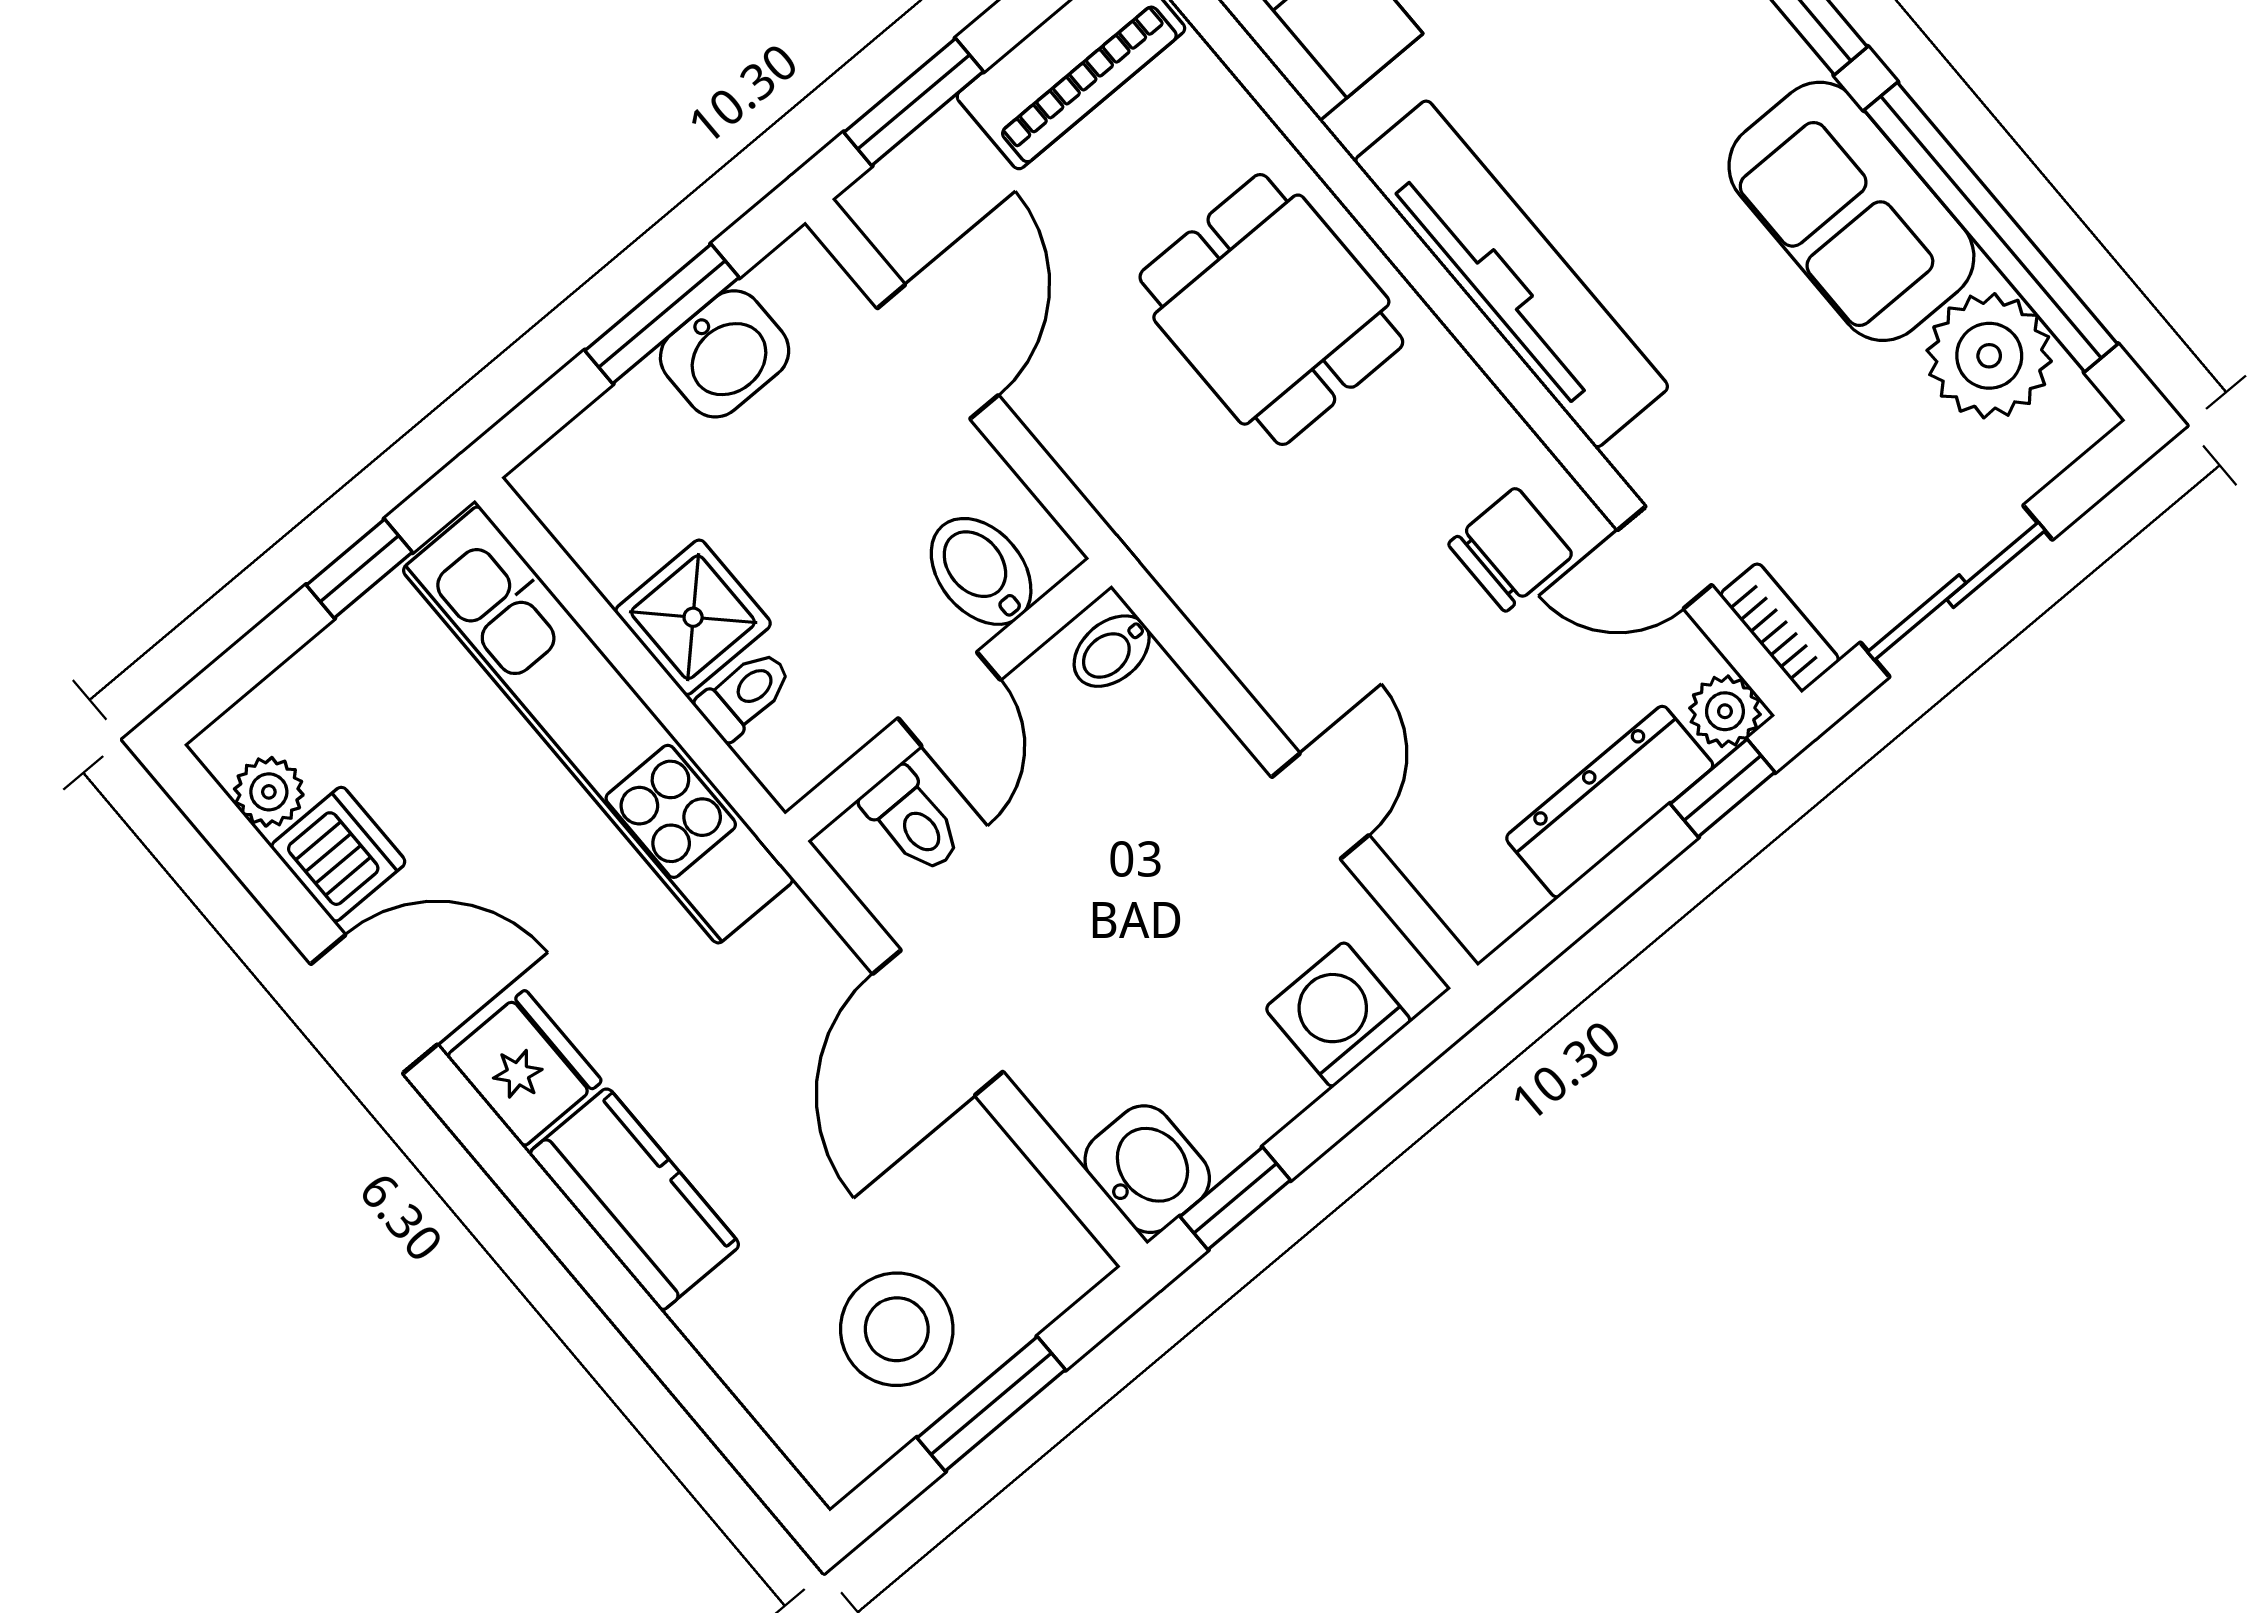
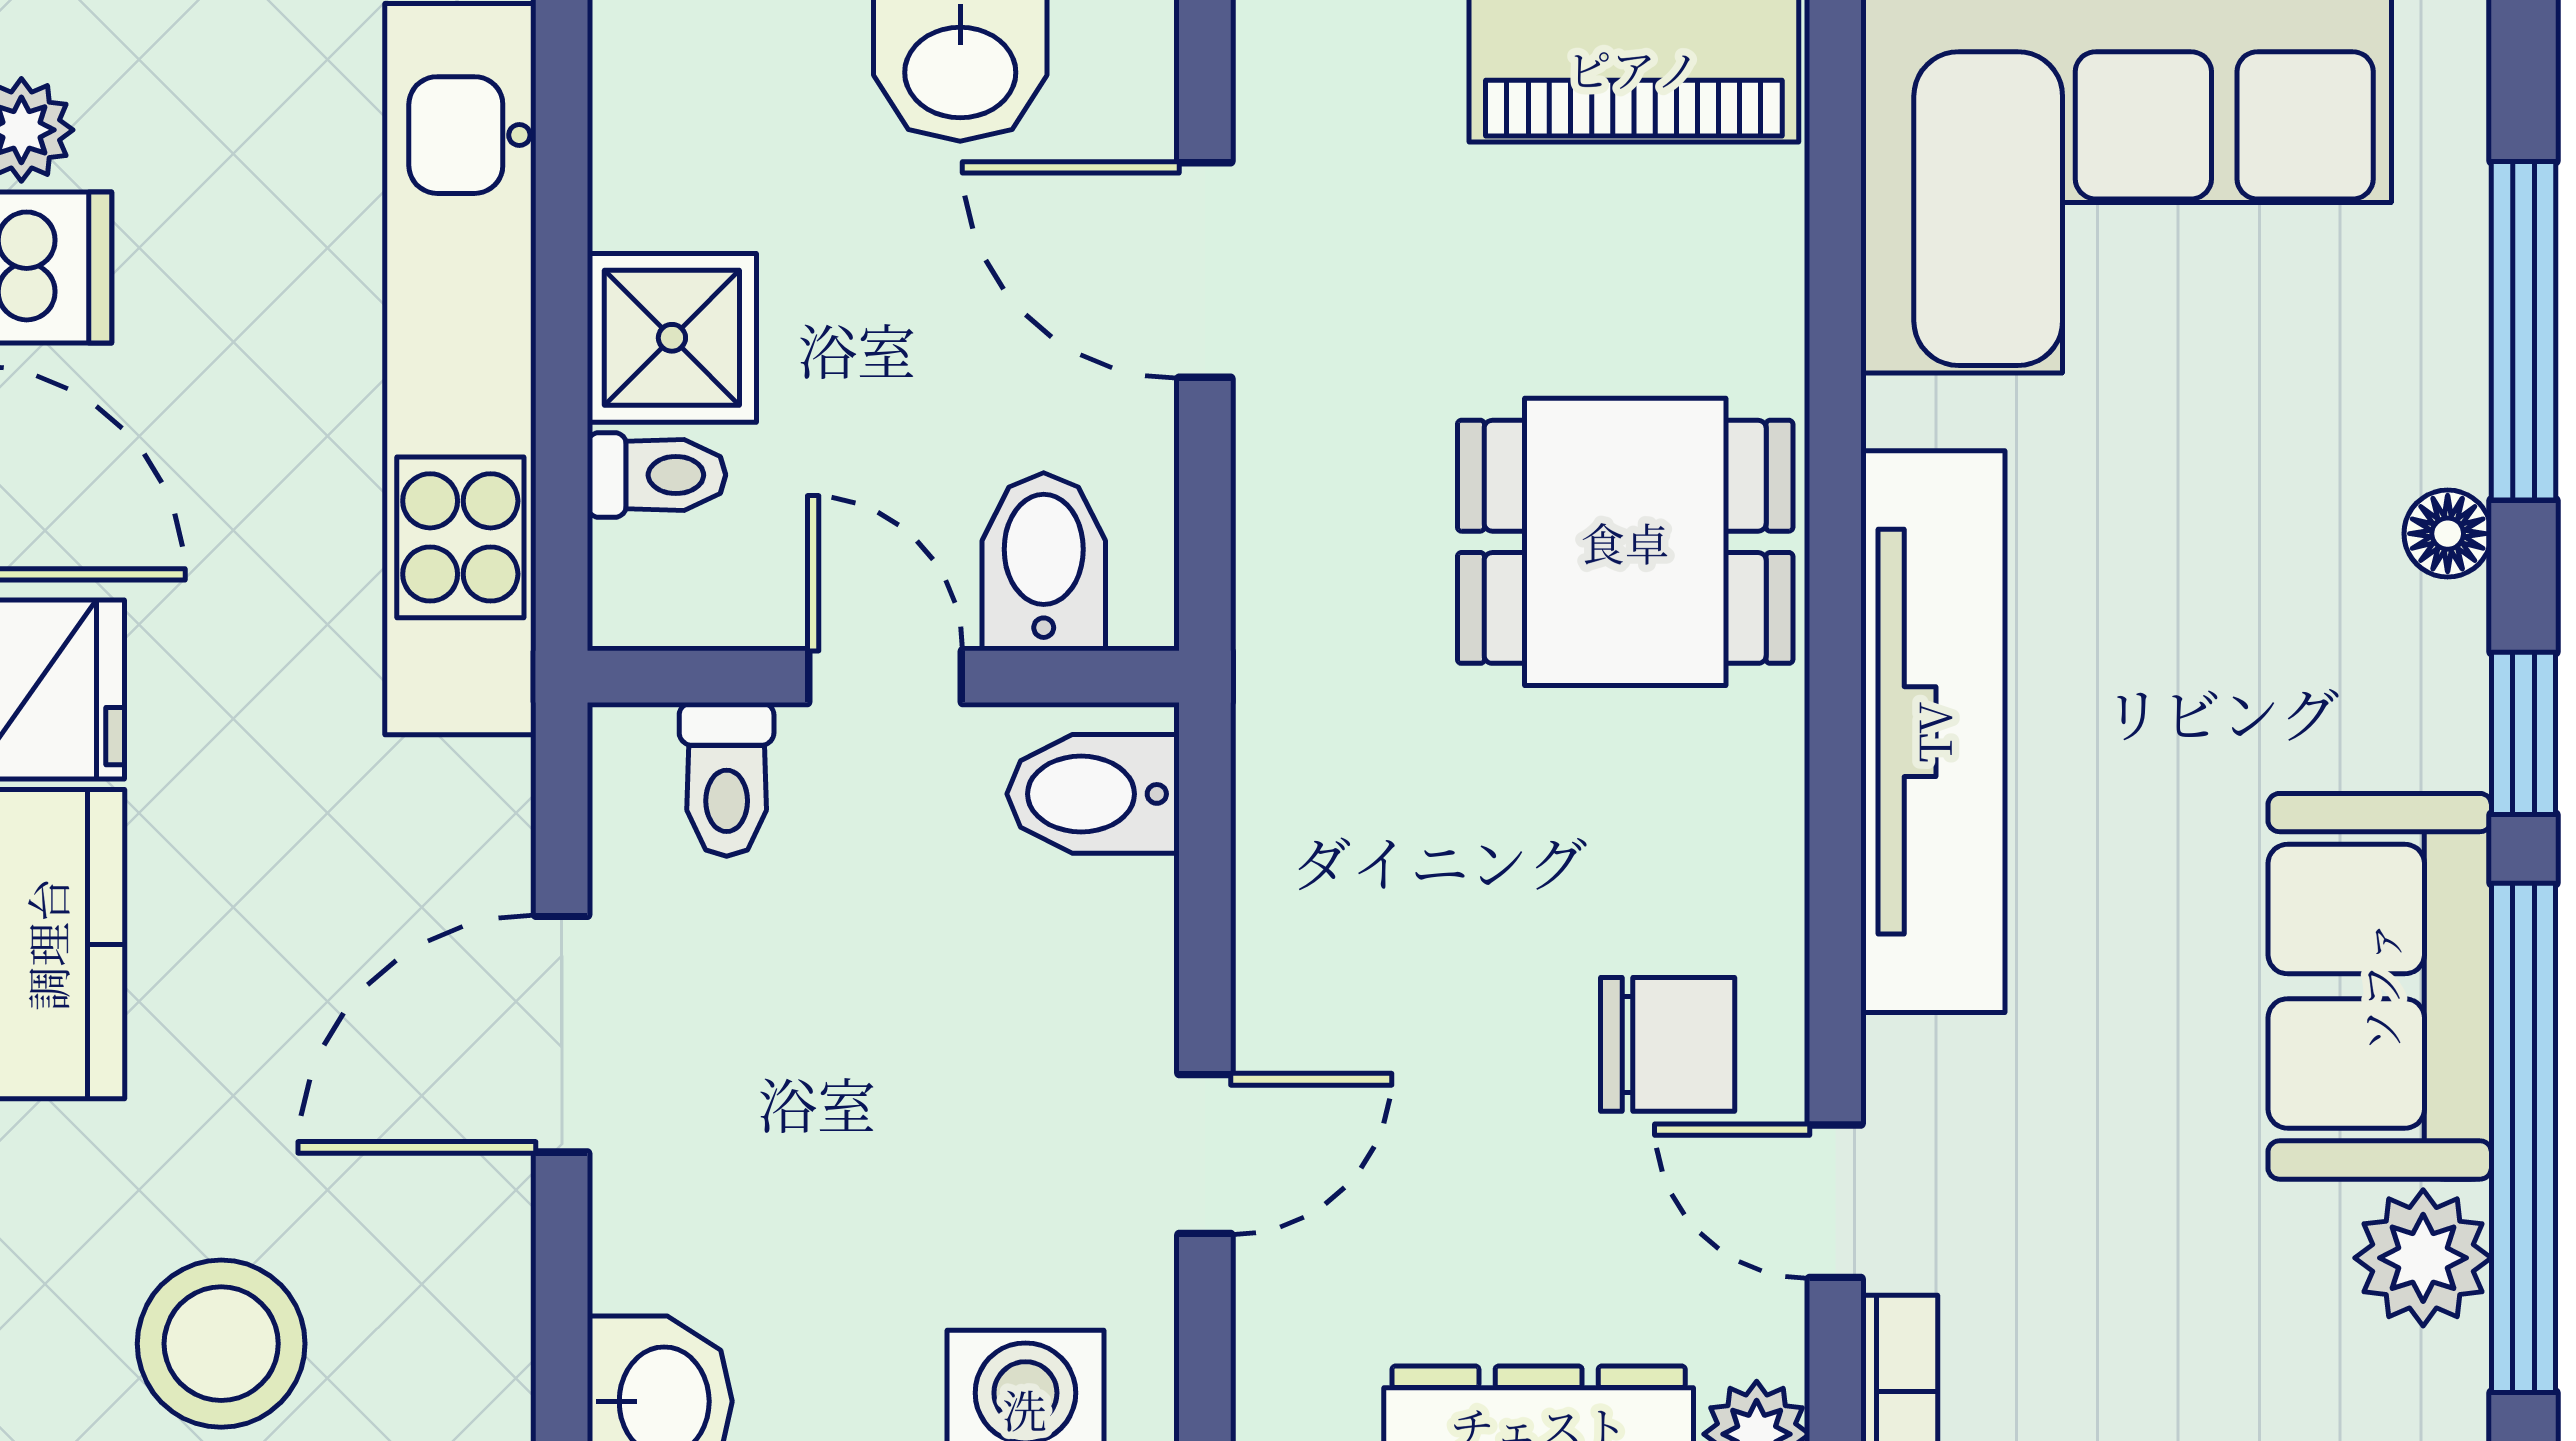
dining table: (1271, 310) -> (1625, 542), turned 90
door: (938, 352) -> (1205, 270), swing flipped
plant: (1989, 356) -> (2423, 1258), width x0.73, depth x0.73
bidet: (1112, 651) -> (1093, 794), width x1.38, depth x1.36
door: (949, 699) -> (885, 677), swing flipped

